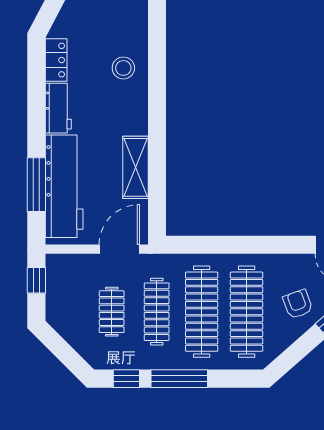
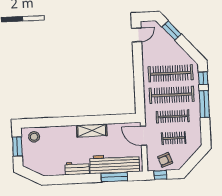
locker: (56, 60) -> (54, 170), removed
stool: (123, 68) -> (34, 137), moved
shelving: (136, 167) -> (92, 130), moved
armchair: (298, 304) -> (165, 160), moved
window: (126, 379) -> (203, 78), moved

